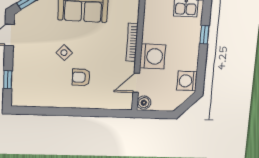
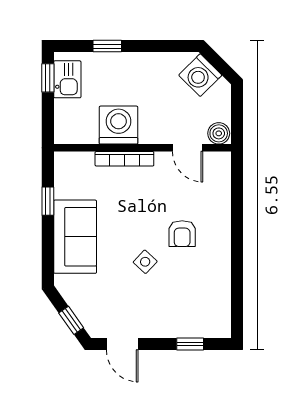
washing machine: (153, 56) -> (118, 125), moved
washing machine: (187, 81) -> (200, 75), moved, turned 45

